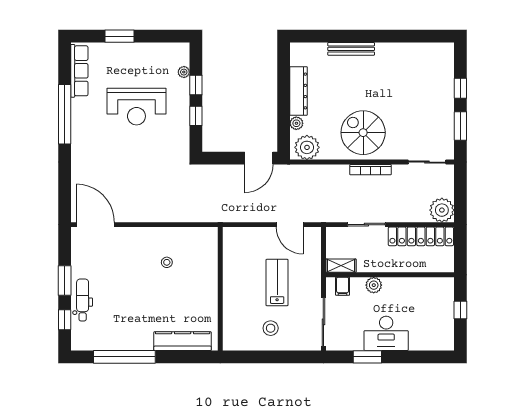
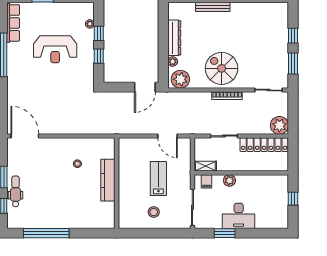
kitchen counter: (183, 341) -> (108, 180), moved, turned -90

